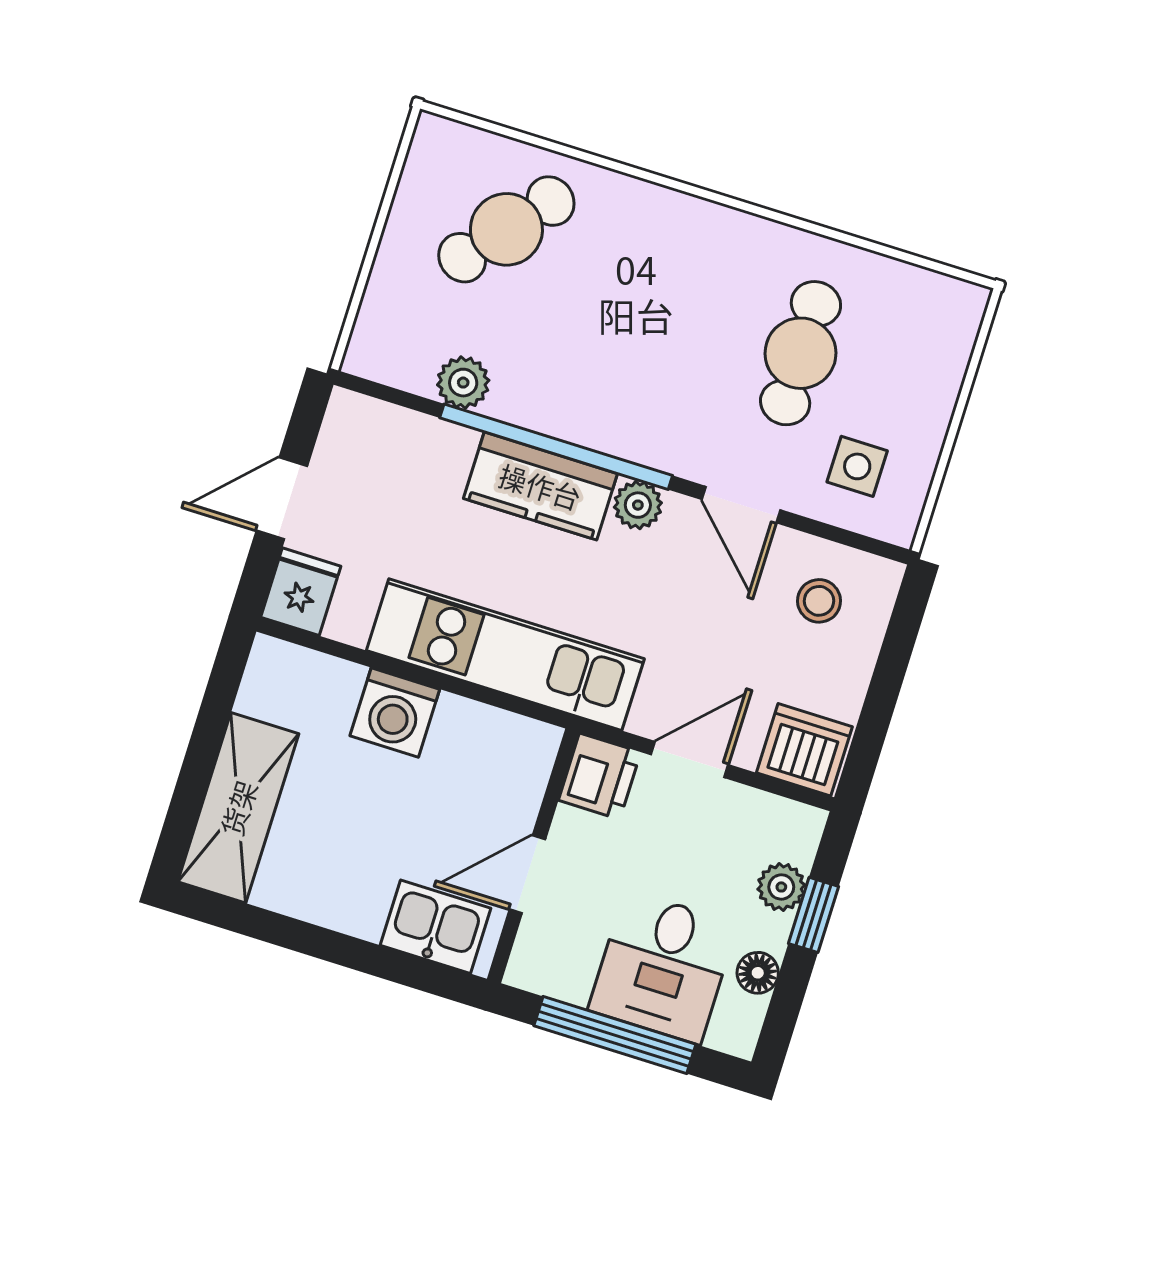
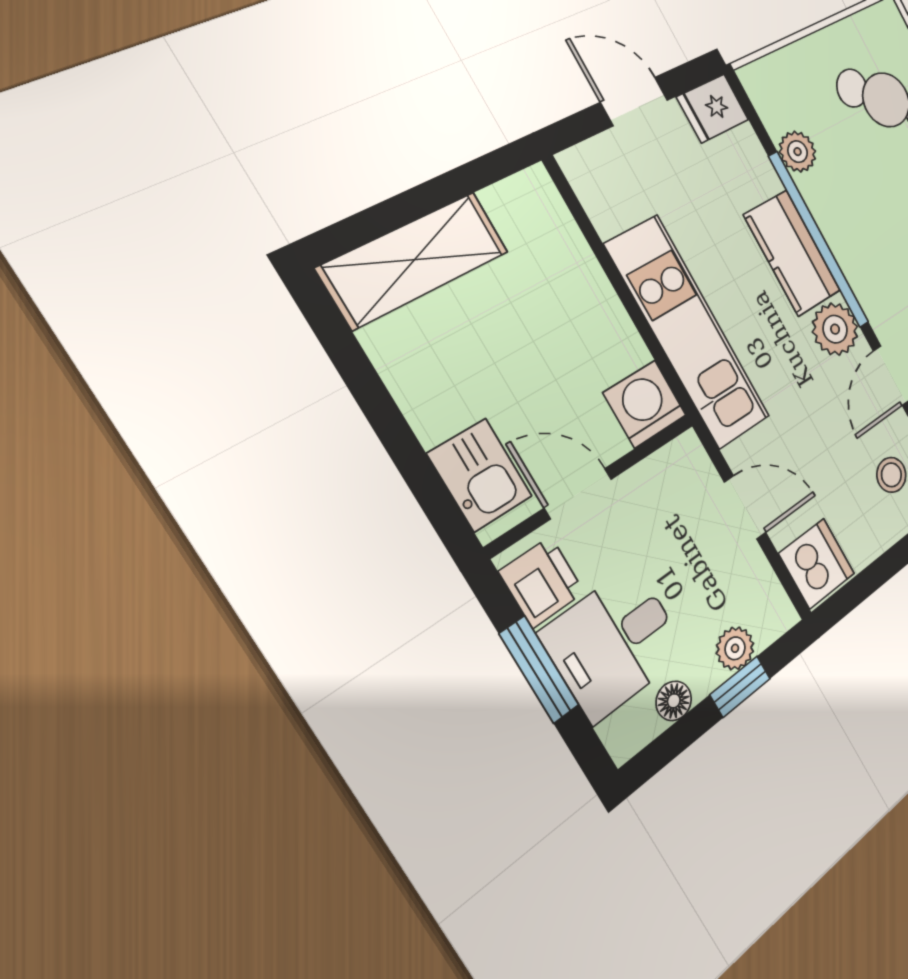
plant: (638, 505) -> (835, 329), width x1.38, depth x1.38
fridge: (301, 592) -> (713, 108), moved, turned 180
washing machine: (395, 712) -> (645, 404), moved, turned 90
printer: (600, 776) -> (542, 582), moved, turned -90
window: (615, 1035) -> (539, 670), width x0.69

